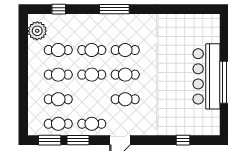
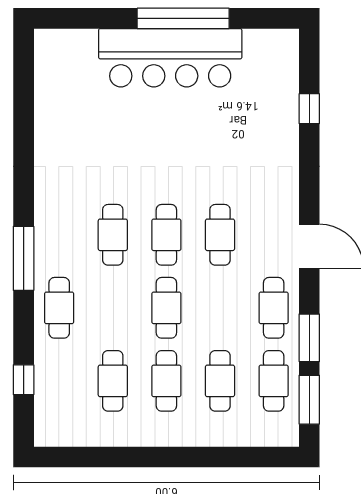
plant: (37, 31) -> (71, 427), removed
cafe table: (92, 50) -> (59, 308), moved

